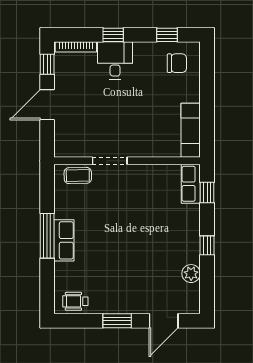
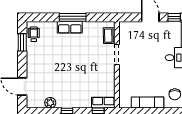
exam couch: (191, 130) -> (148, 102), moved
window: (117, 321) -> (22, 42), moved

